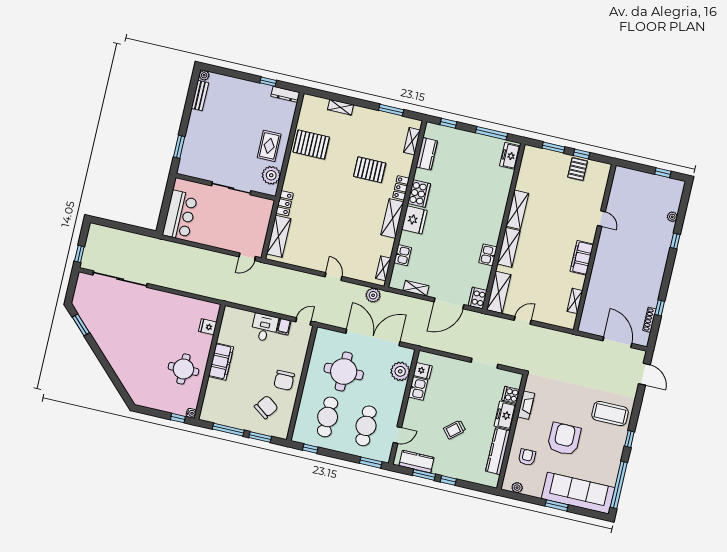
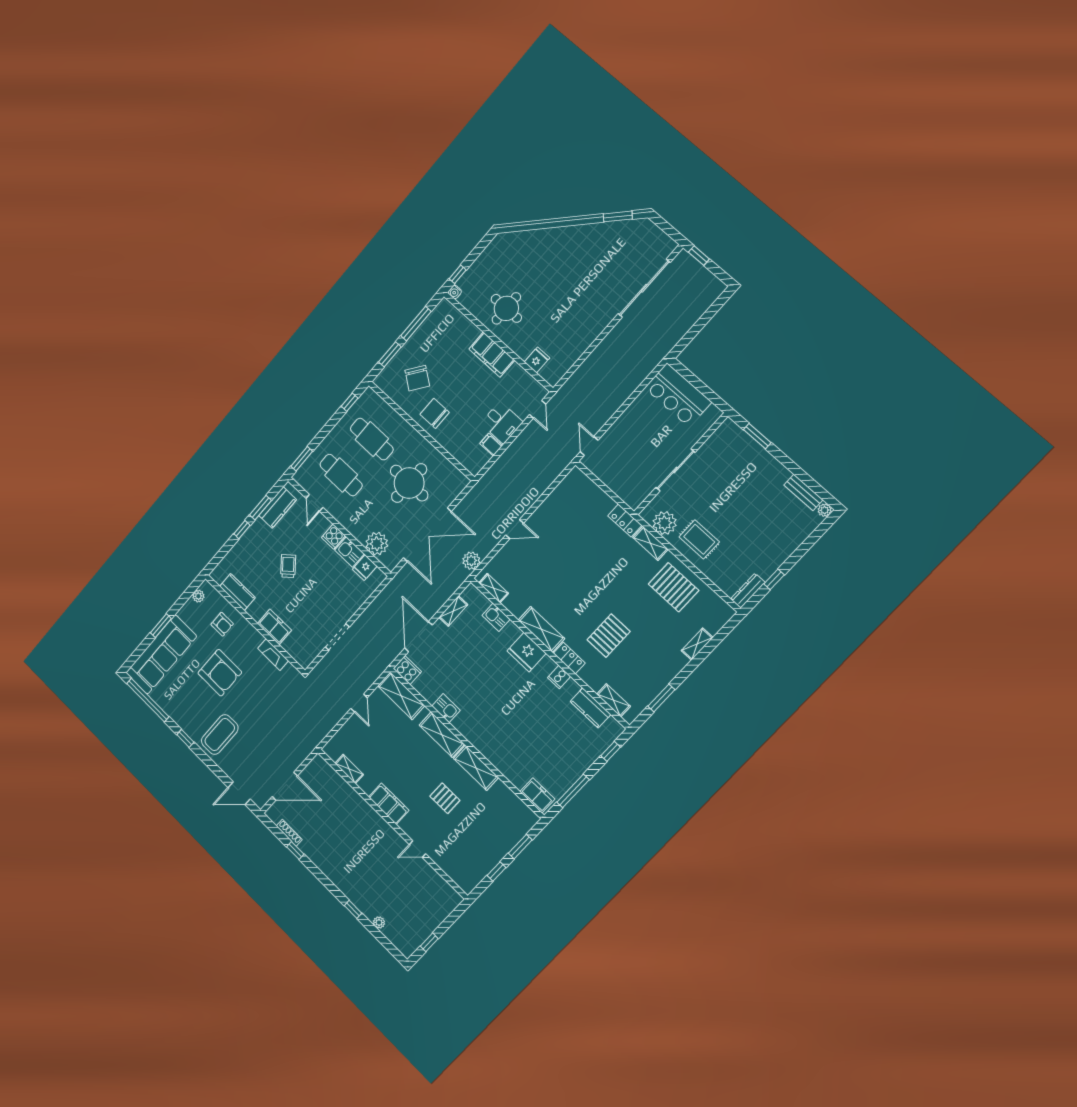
pallet: (311, 145) -> (674, 587), turned 90
pallet: (578, 169) -> (445, 798), moved
cooker: (419, 194) -> (559, 677), width x0.53, depth x0.76
shelving: (279, 236) -> (650, 543), moved, width x0.67, depth x0.75
door: (303, 321) -> (538, 409), moved
cooker: (511, 395) -> (333, 537), moved, turned 180
kitchen counter: (498, 451) -> (237, 592), width x0.67

